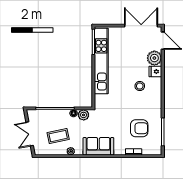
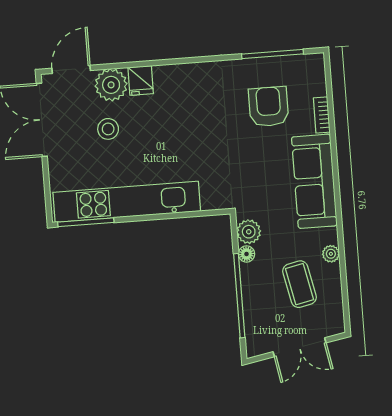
stool: (140, 86) -> (108, 129), moved
sofa: (98, 146) -> (314, 181), width x1.36

